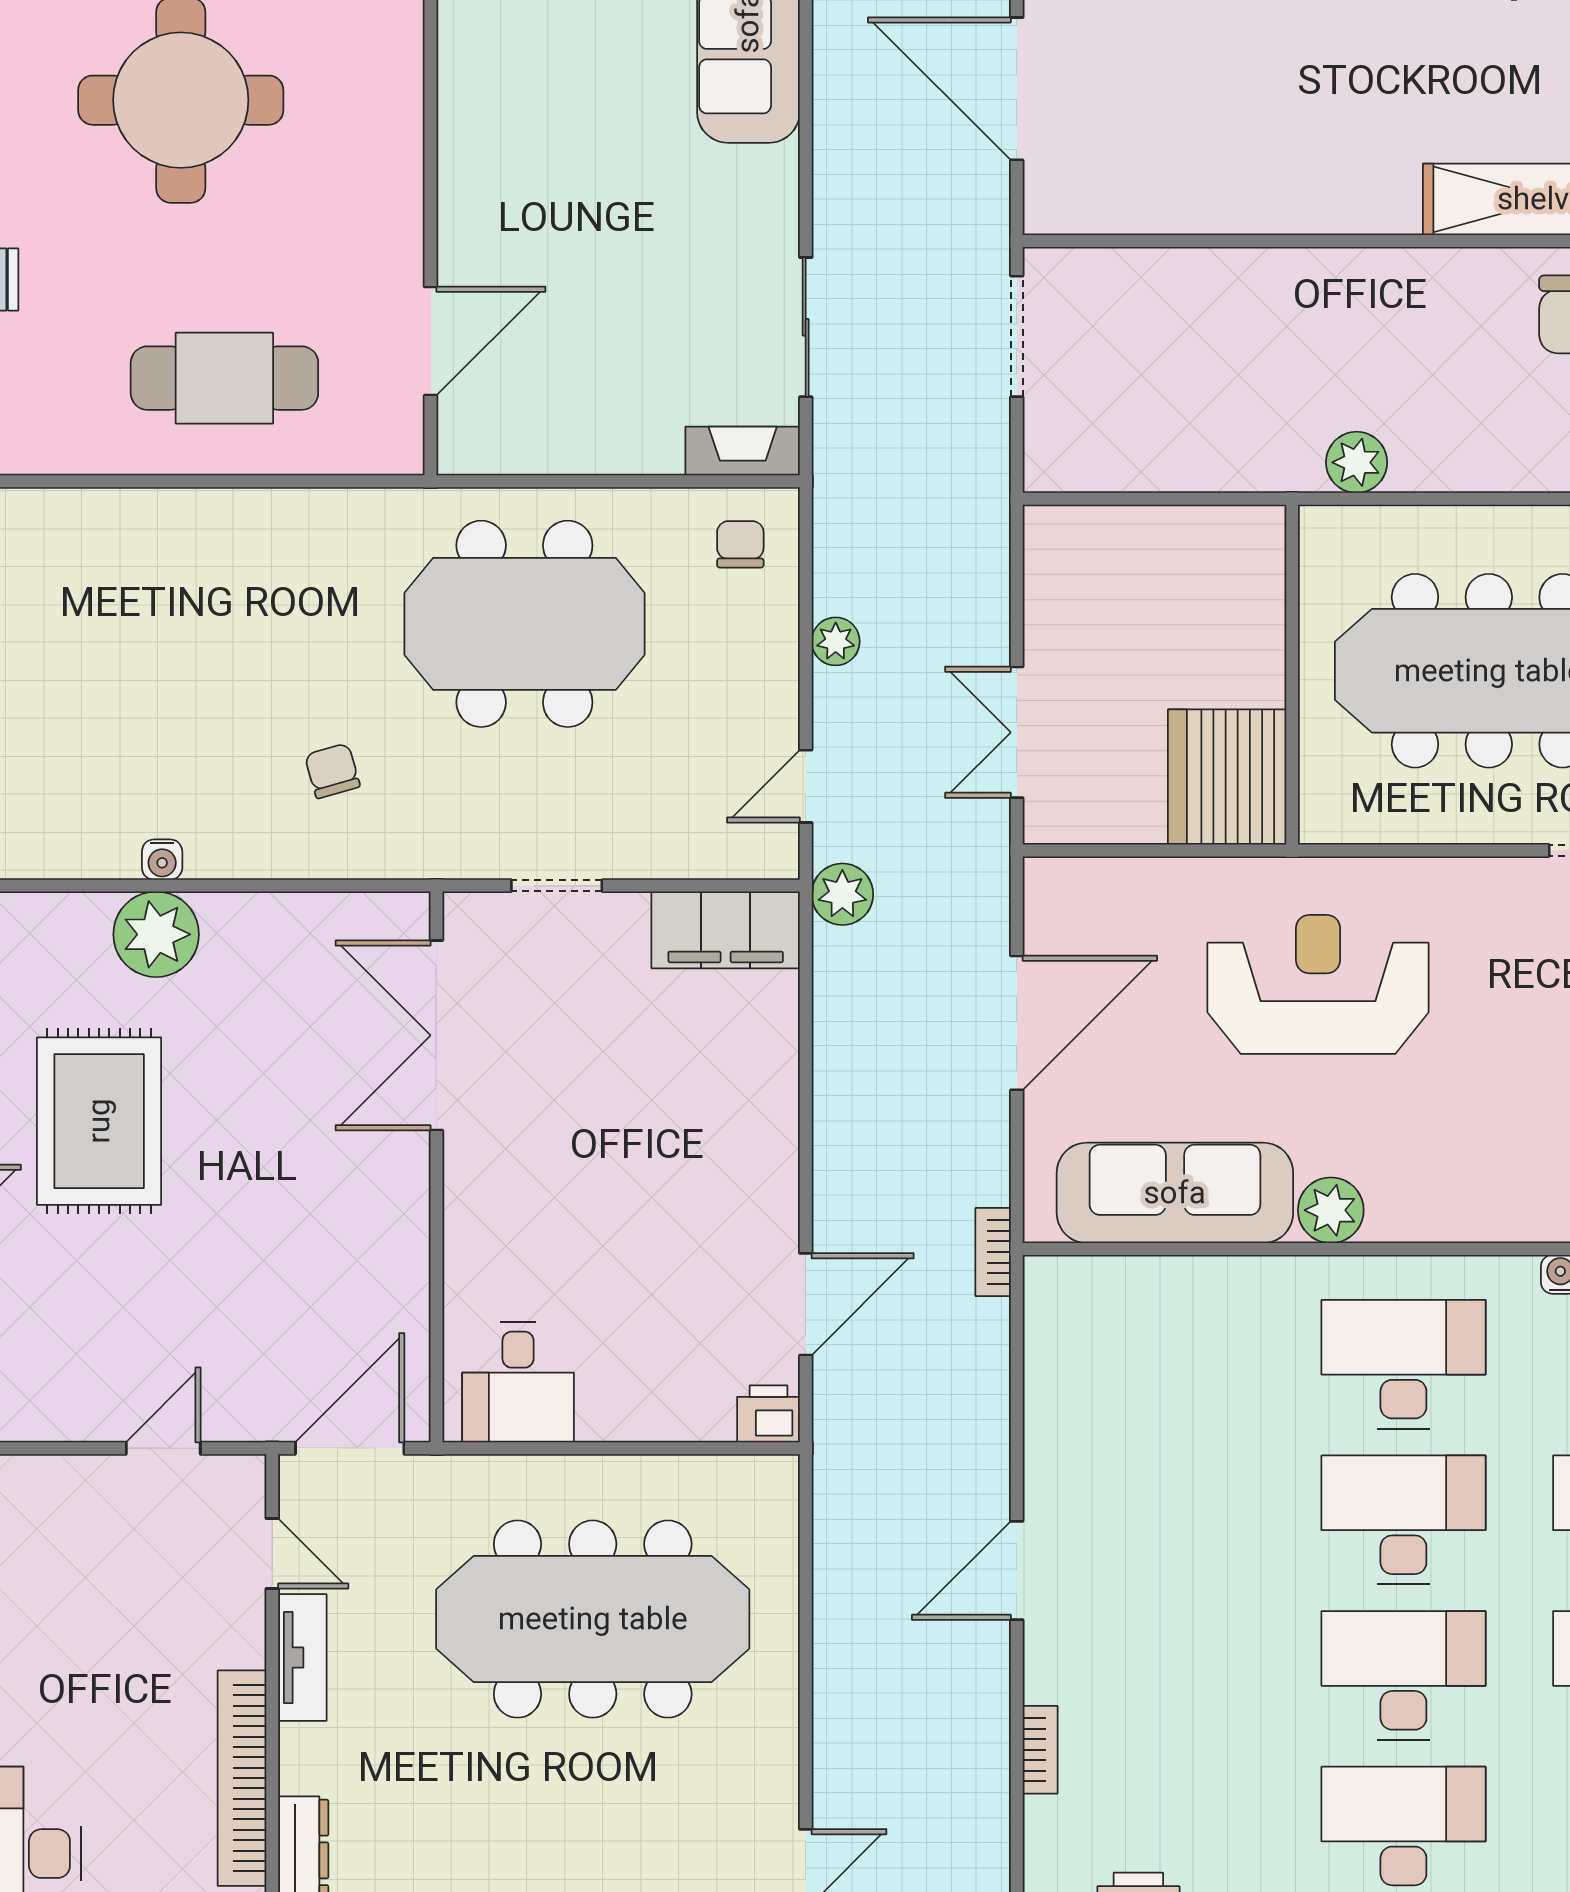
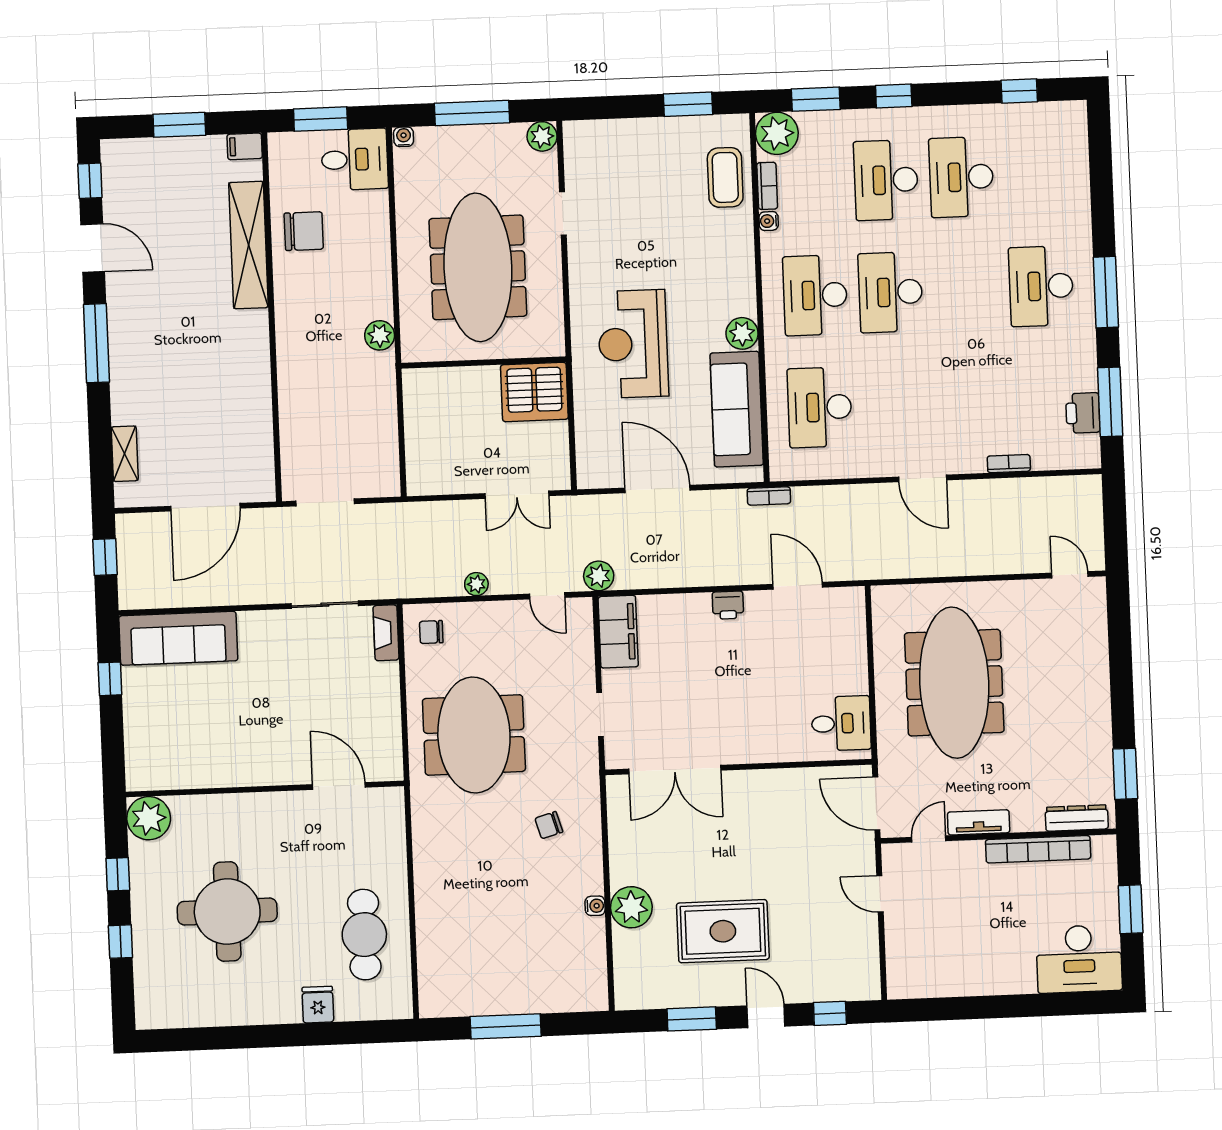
cafe table: (224, 378) -> (364, 935), moved
printer: (768, 1414) -> (728, 605), moved, turned -90
desk: (1403, 1676) -> (820, 407), moved

